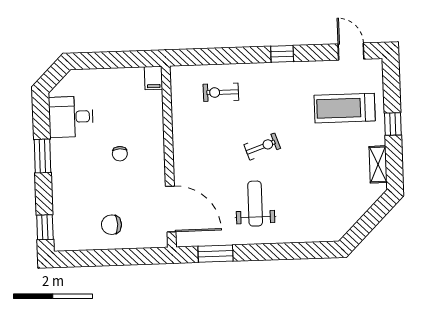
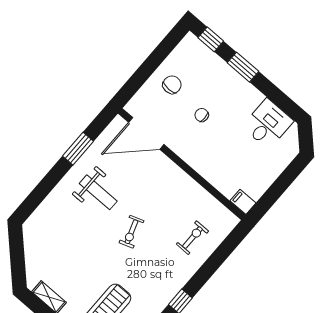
chair: (120, 154) -> (202, 115), moved
window: (42, 156) -> (243, 67), moved
window: (216, 254) -> (78, 149), moved

